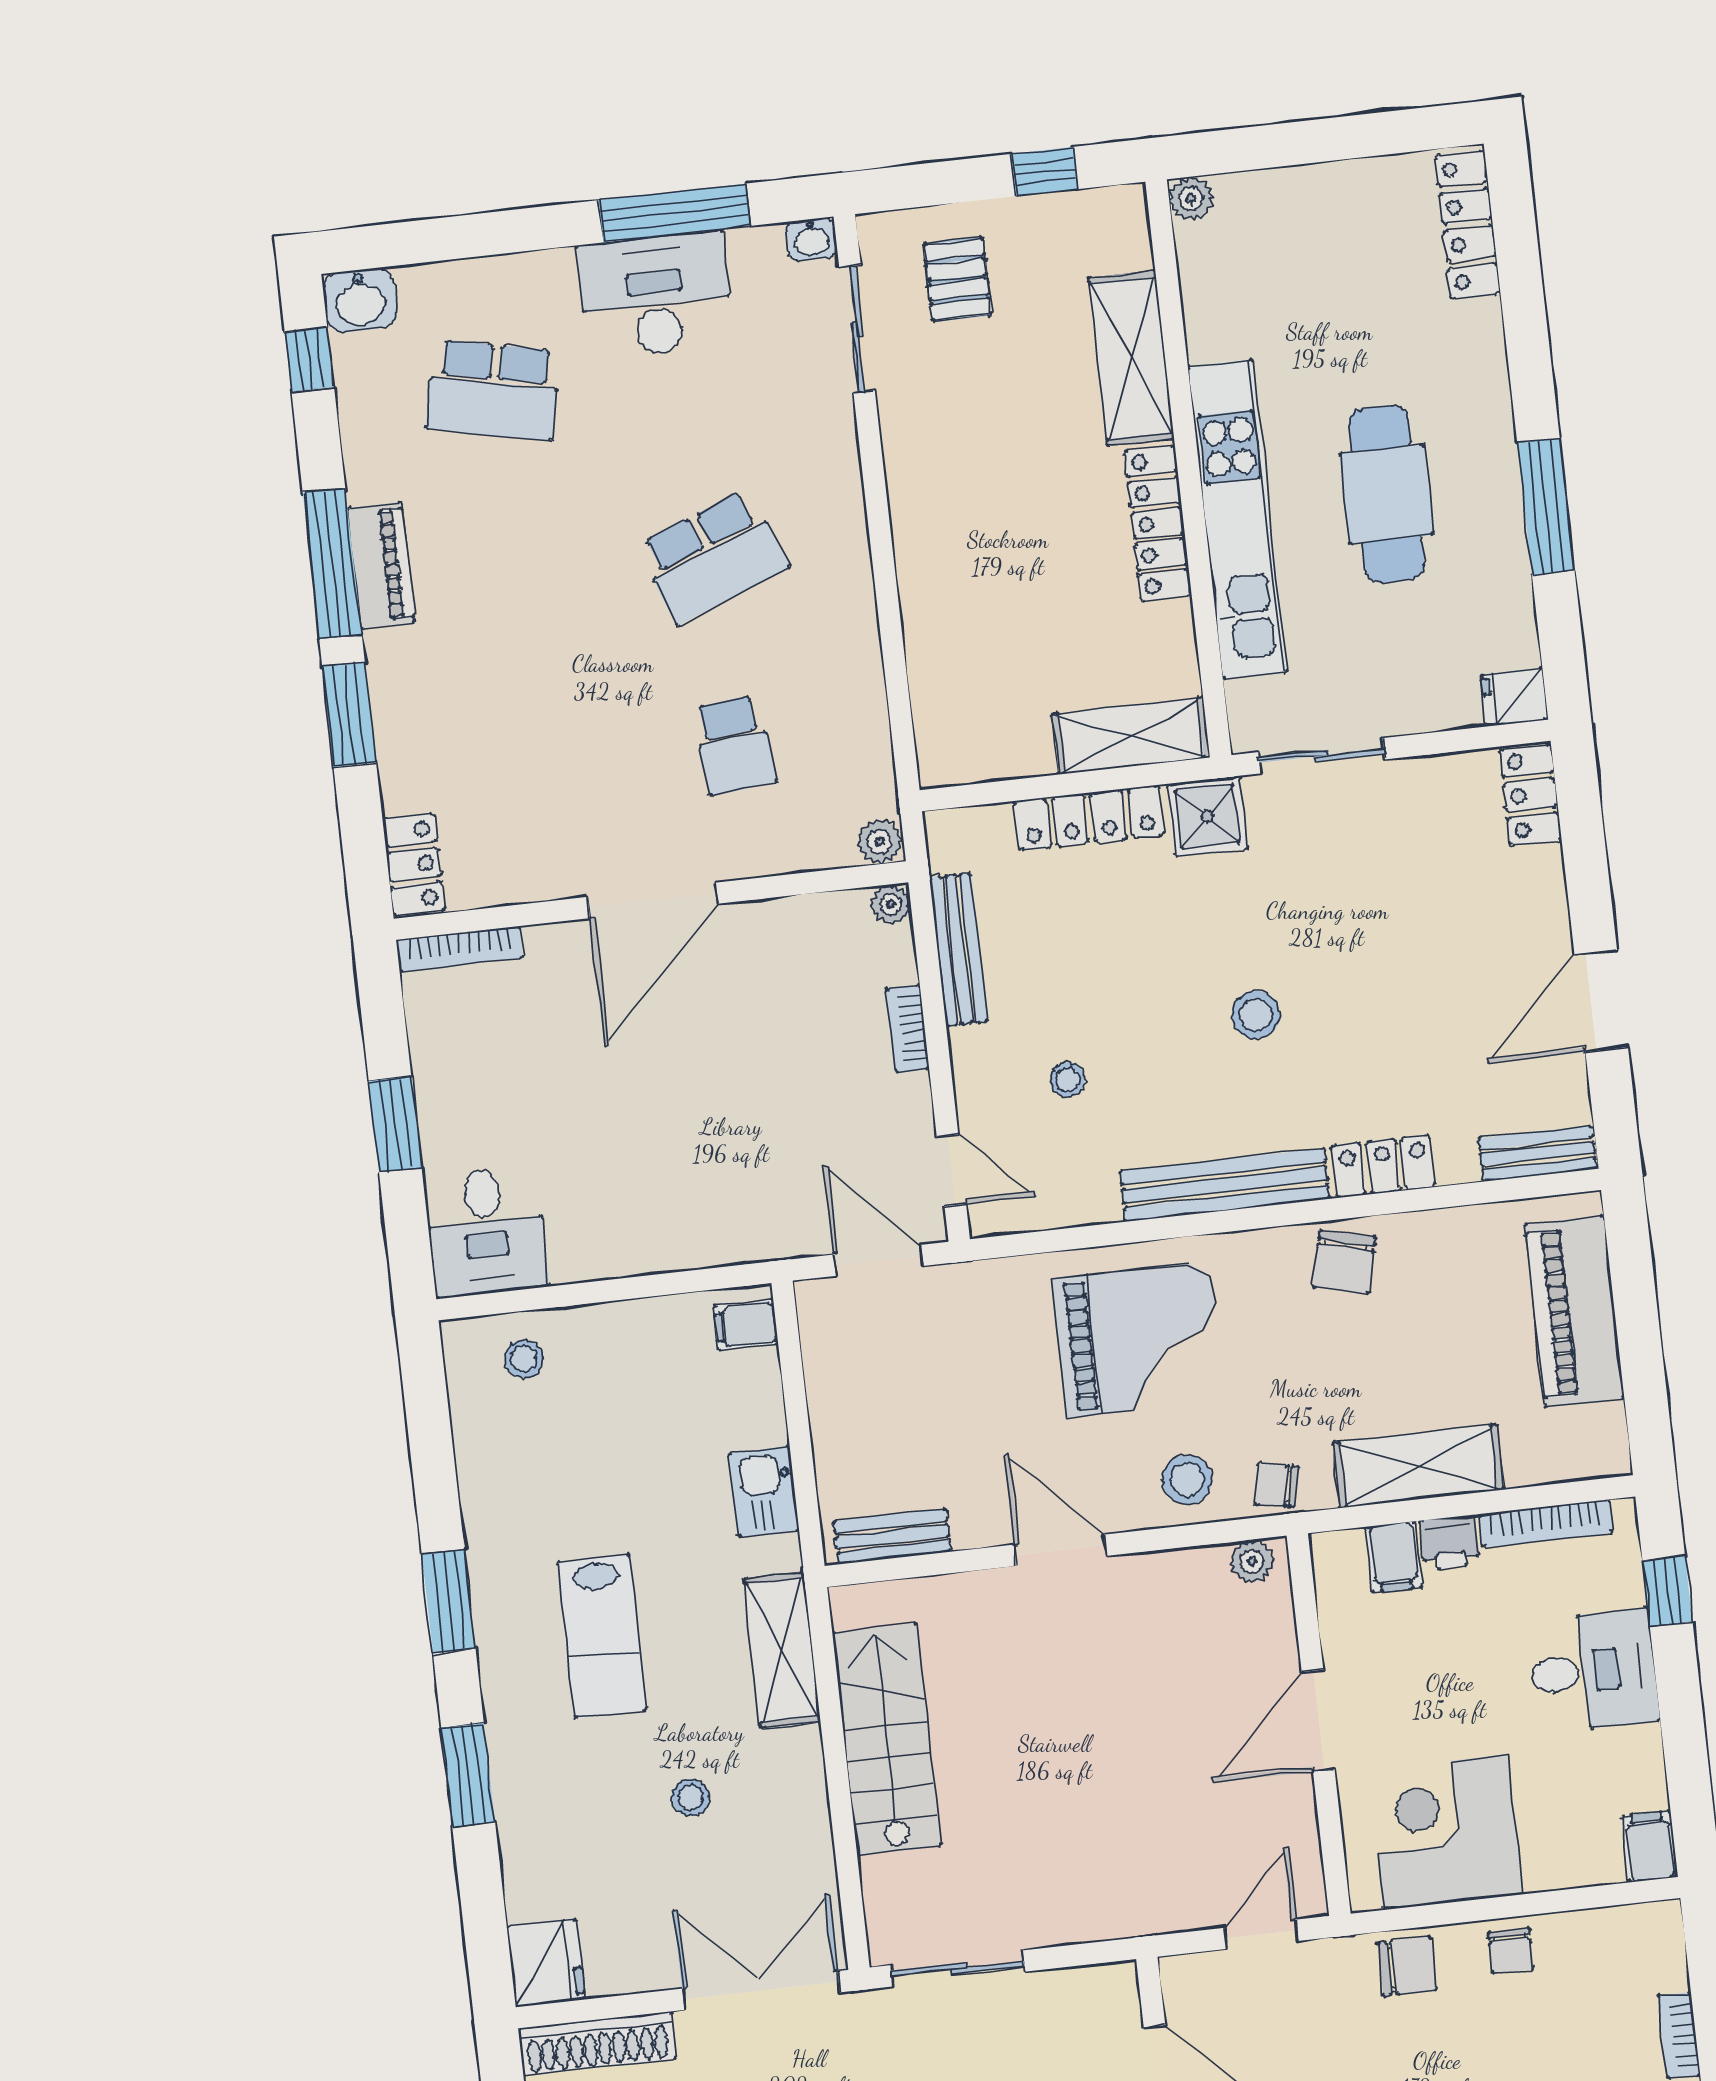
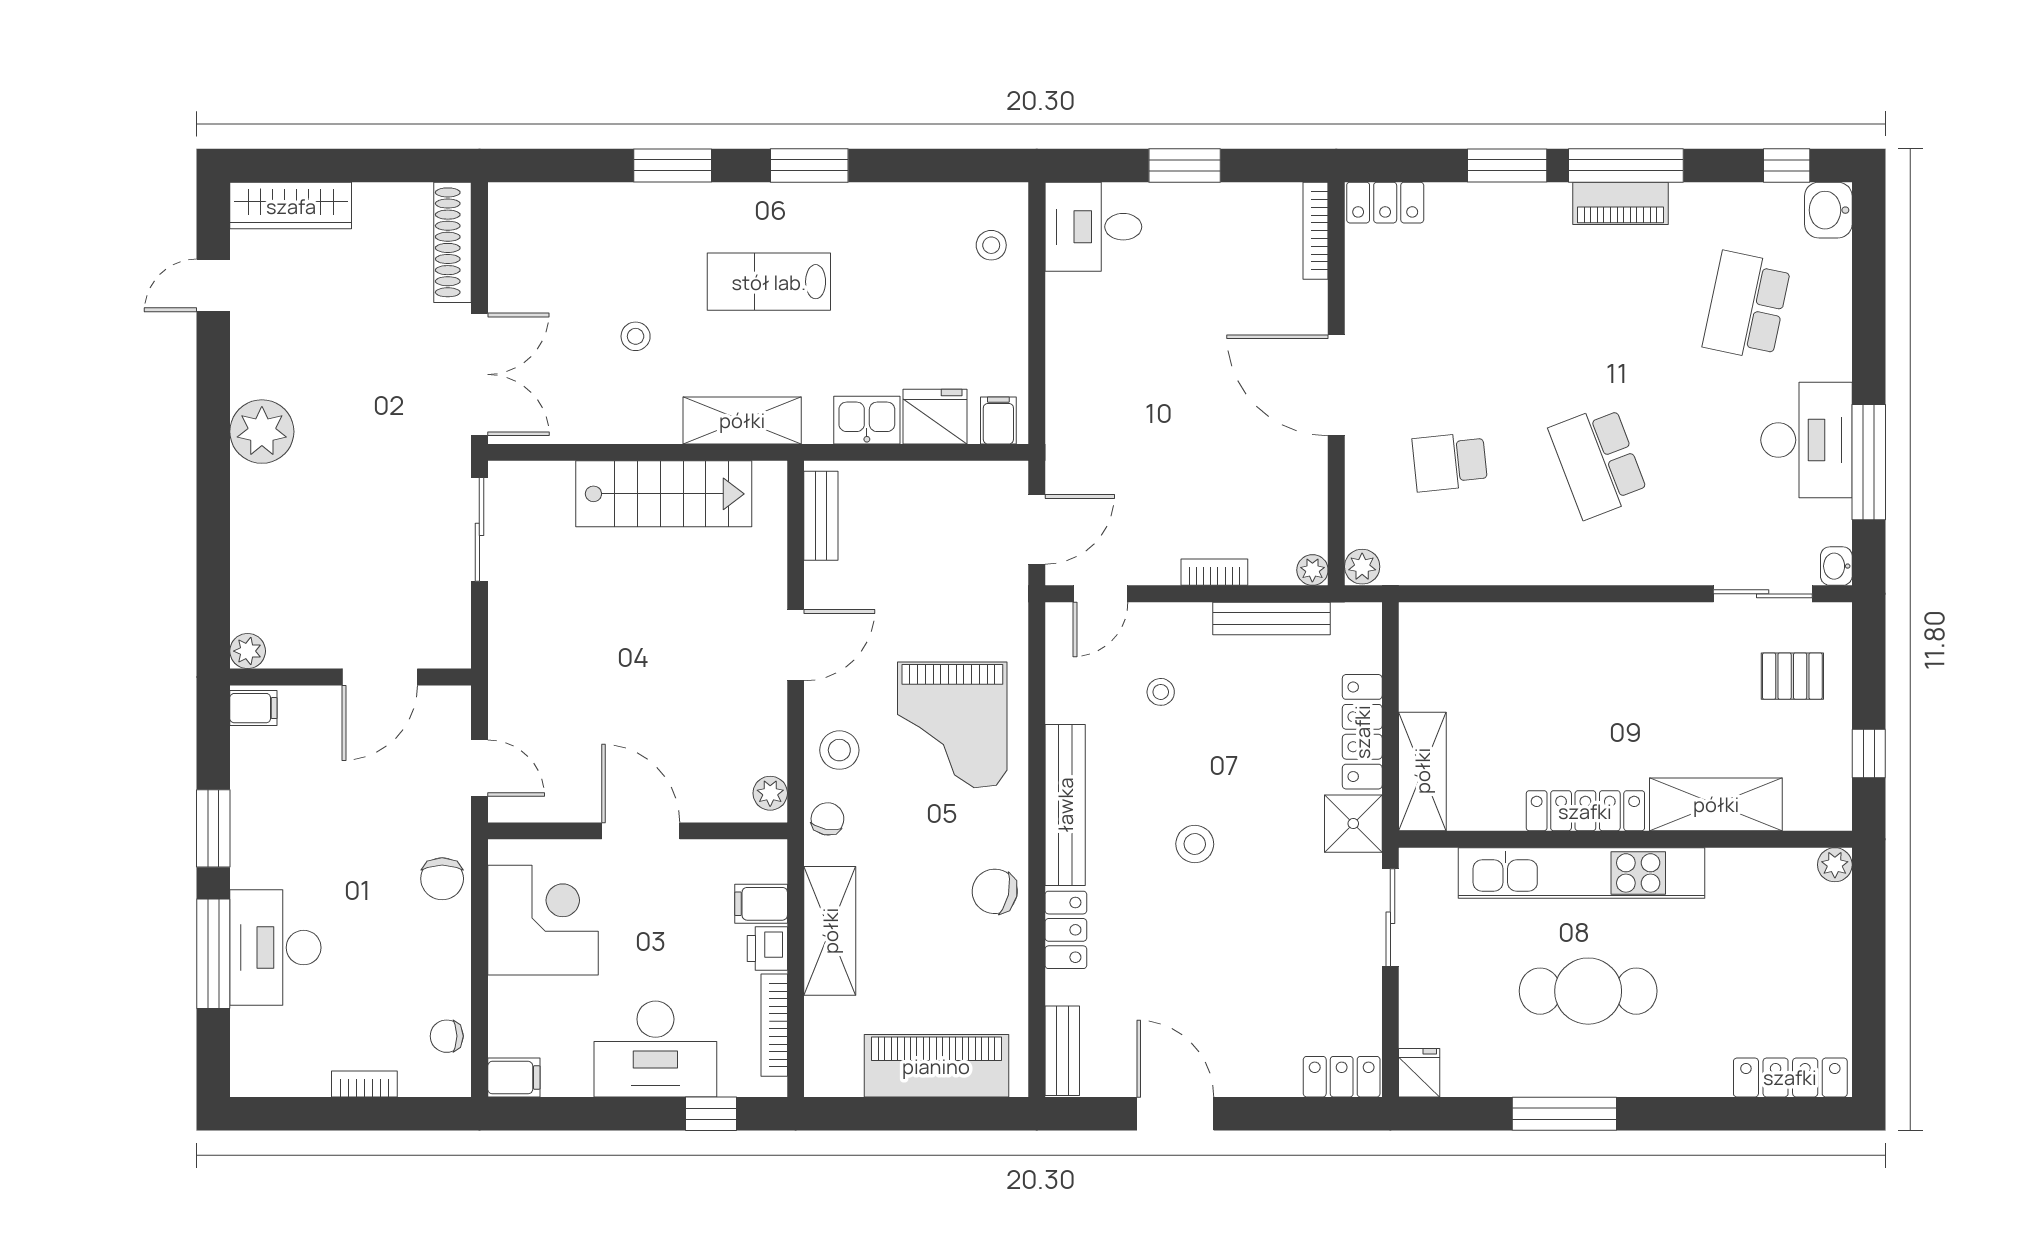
desk: (1593, 1671) -> (655, 1049), width x1.37
chair: (1511, 1951) -> (447, 1036), moved
fridge: (546, 1963) -> (935, 417), moved, turned 180

